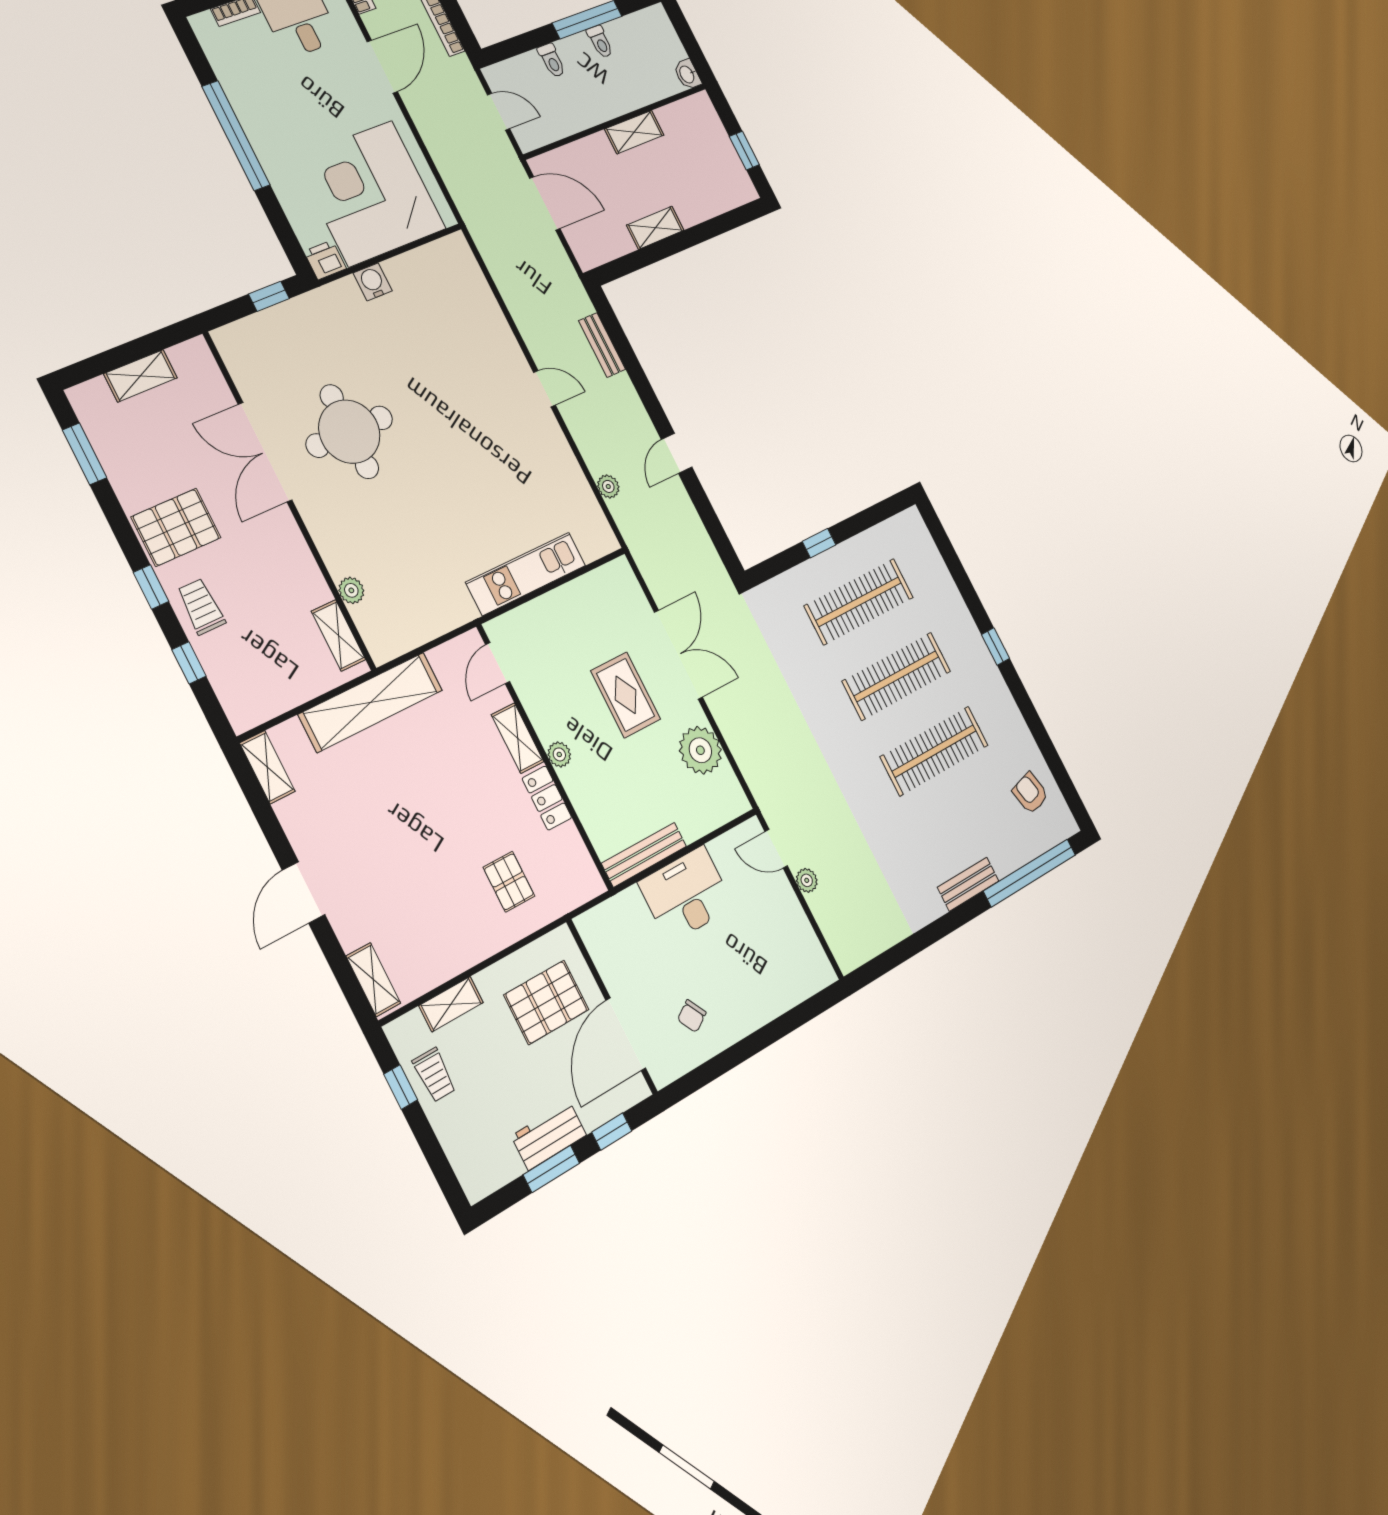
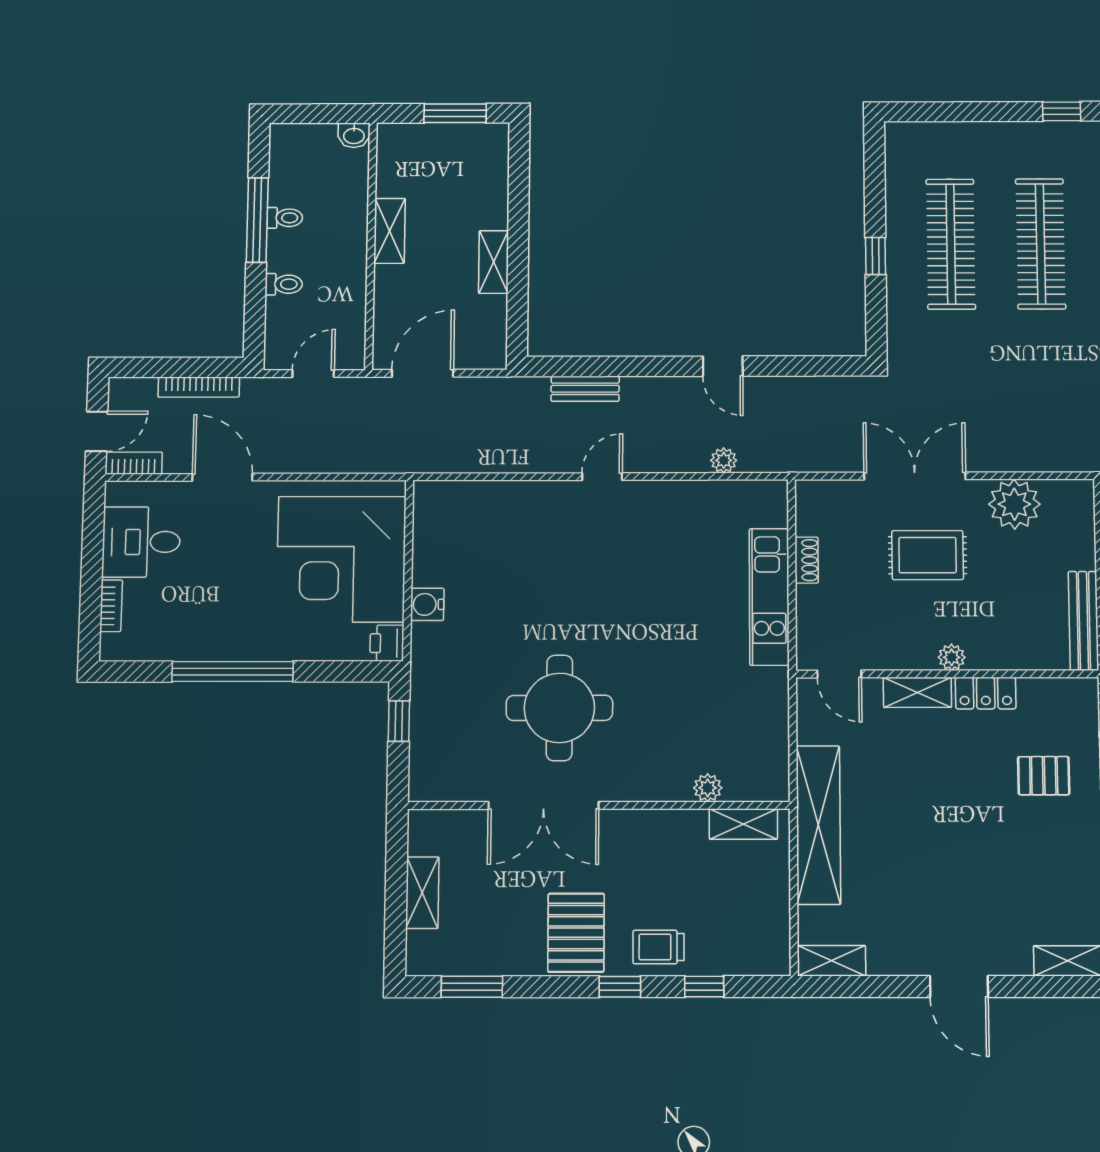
window: (744, 150) -> (455, 113), width x1.50
shoe rack: (570, 593) -> (807, 560), added

